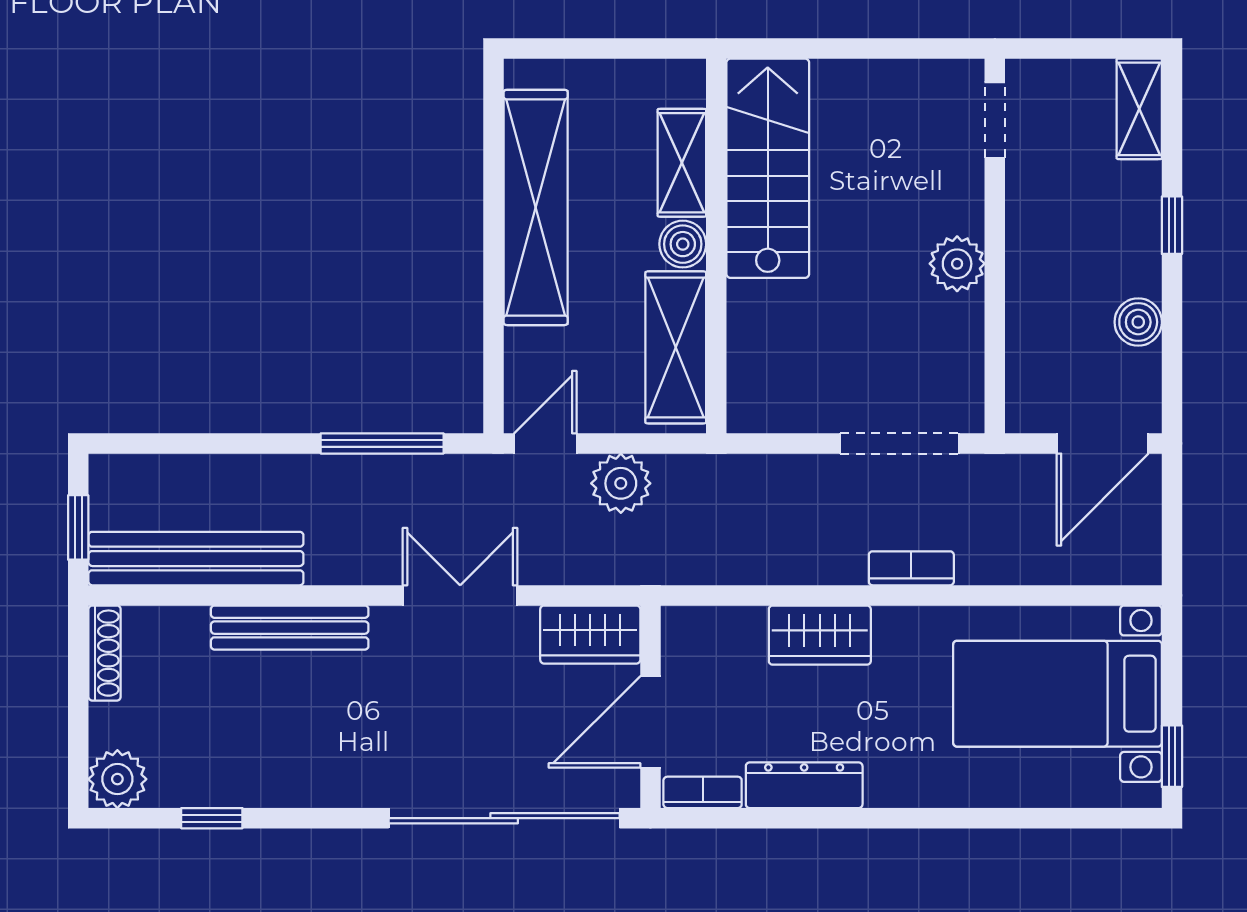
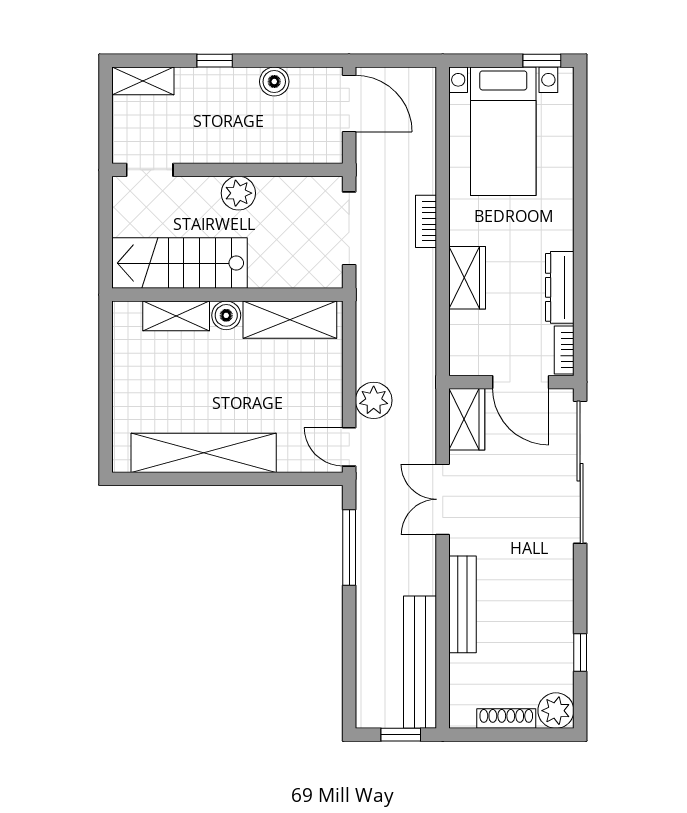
shelving: (682, 163) -> (176, 316), moved
stairs: (768, 168) -> (179, 263), moved
boiler: (683, 244) -> (226, 315), moved
wall: (716, 246) -> (227, 295), moved
shelving: (676, 347) -> (290, 320), moved
shoe rack: (105, 653) -> (506, 719), moved

